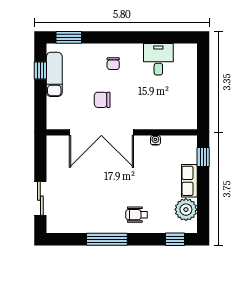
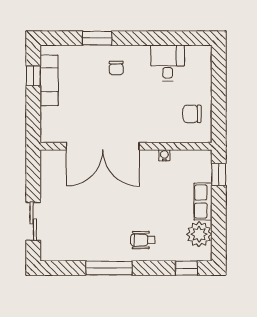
window: (69, 37) -> (97, 38), moved
chair: (102, 100) -> (192, 114), moved

